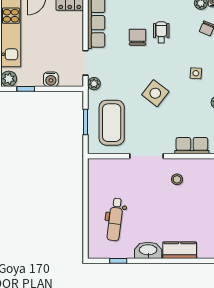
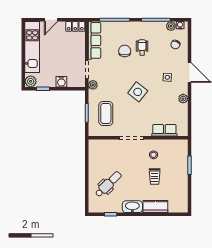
coffee table: (112, 123) -> (106, 113), width x0.73, depth x0.76
trolley: (179, 209) -> (155, 176), added
dental chair: (115, 219) -> (108, 184), turned -141

